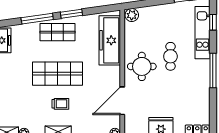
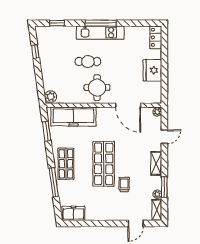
window: (71, 14) -> (47, 131), moved
kitchen unit: (202, 33) -> (100, 33), moved
trolley: (60, 104) -> (124, 185), moved

